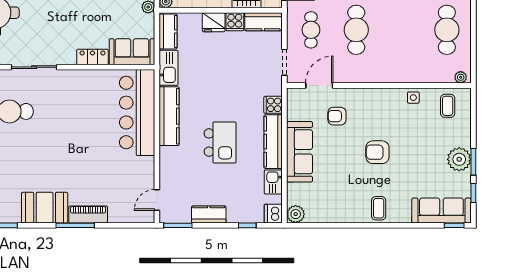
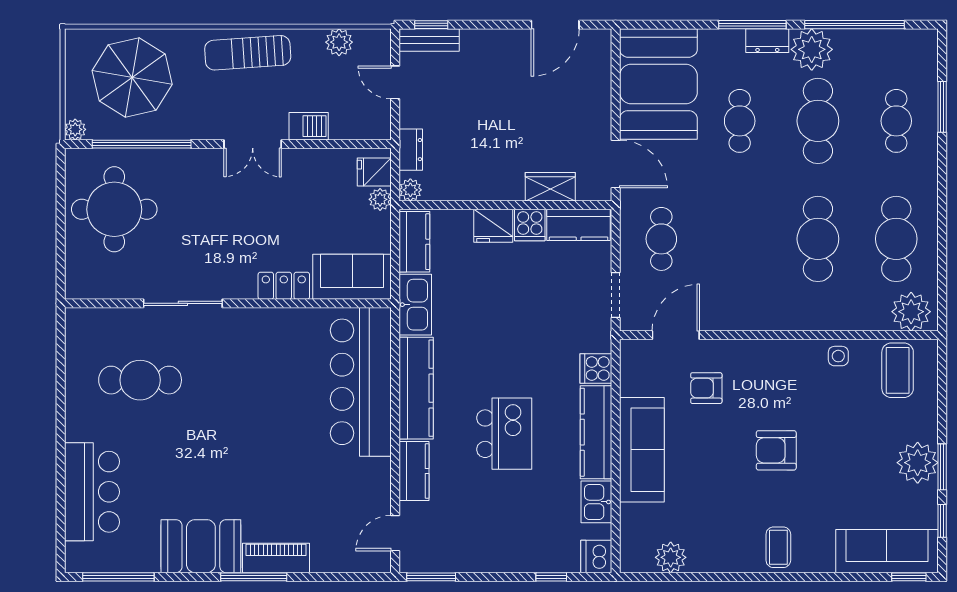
cafe table: (356, 30) -> (818, 239), moved
plant: (461, 77) -> (911, 312), width x1.87, depth x1.87
coffee table: (448, 106) -> (898, 370), width x1.36, depth x1.30
kitchen counter: (209, 214) -> (414, 471), moved, turned 90
plant: (296, 214) -> (671, 557), moved

